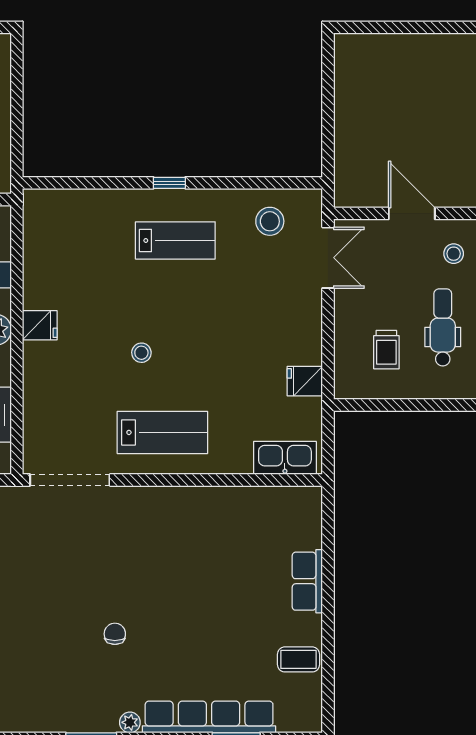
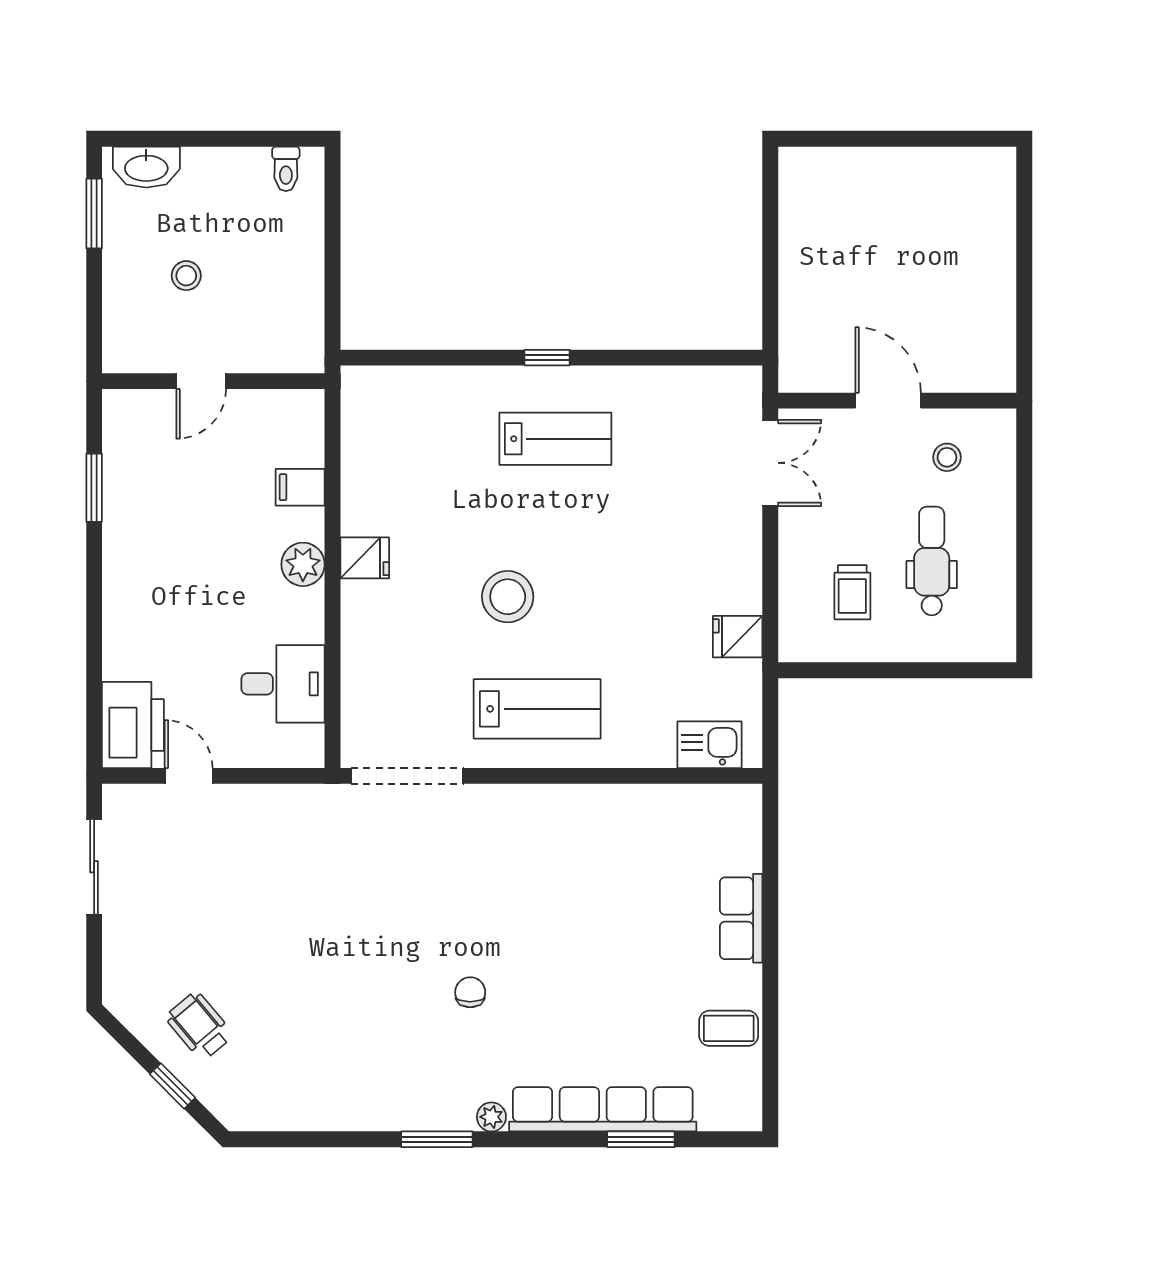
stool: (270, 221) -> (688, 412), removed
stool: (141, 353) -> (508, 597), width x1.89, depth x1.89
kitchen sink: (285, 458) -> (710, 745), width x0.73

